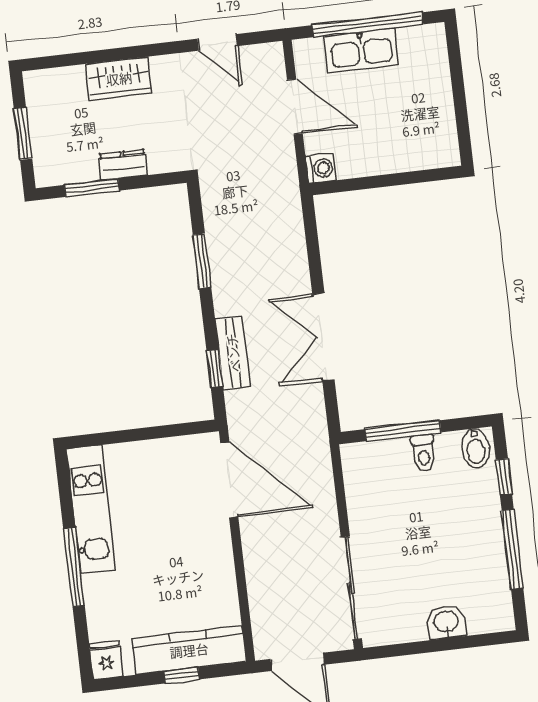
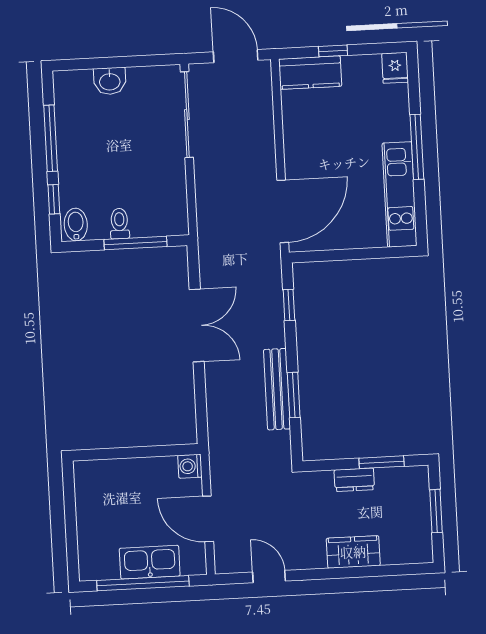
bench: (233, 353) -> (277, 389), moved, width x1.36
door: (229, 480) -> (283, 211), swing flipped
kitchen counter: (189, 650) -> (310, 73), width x0.67

